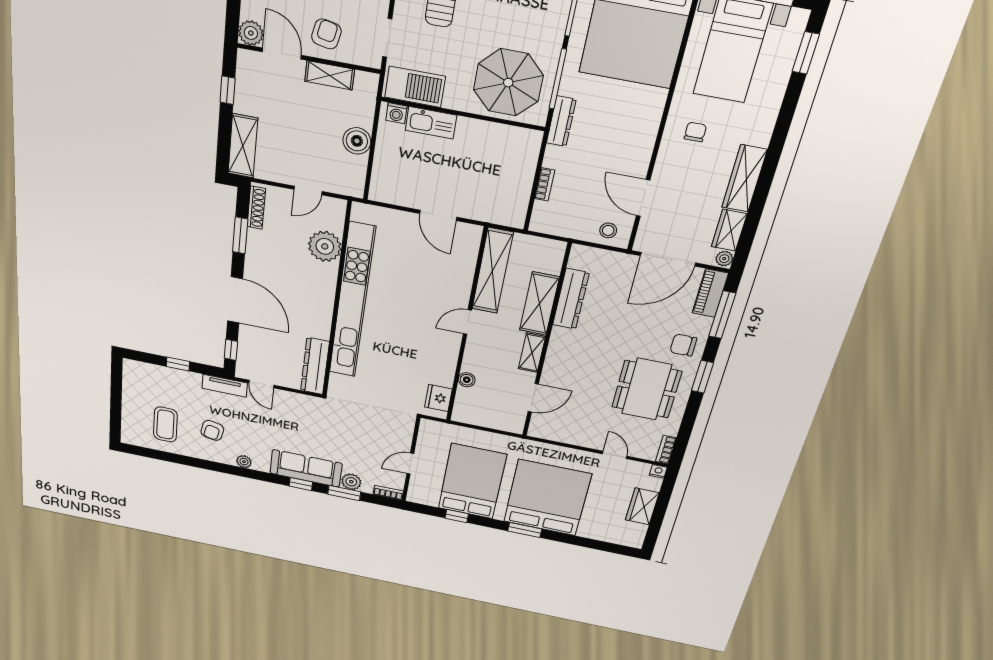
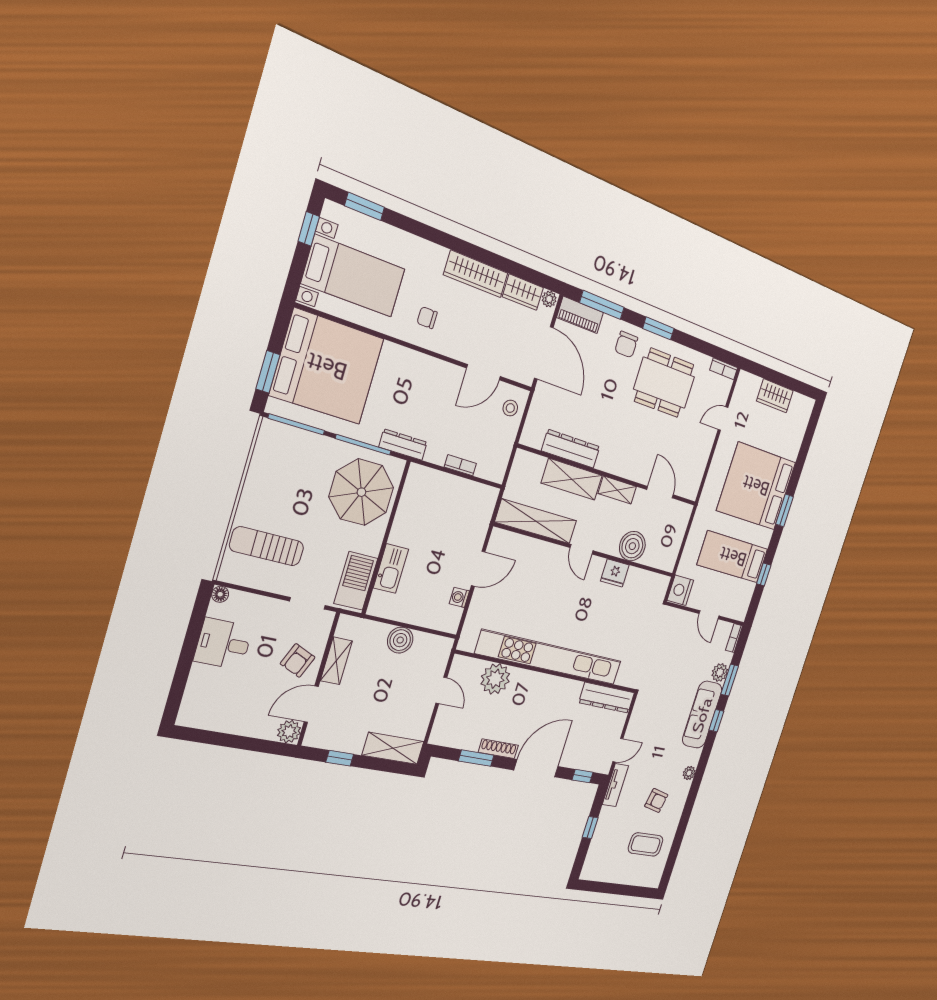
armchair: (326, 34) -> (298, 661), turned -78
washing machine: (396, 113) -> (459, 597), moved, turned 180
shoe rack: (256, 208) -> (498, 749), moved
boiler: (467, 380) -> (632, 546), width x1.86, depth x1.86
fridge: (438, 398) -> (615, 573), moved
nightstand: (658, 471) -> (680, 590), moved, width x1.89, depth x1.79
bed: (472, 481) -> (733, 557), width x0.67

